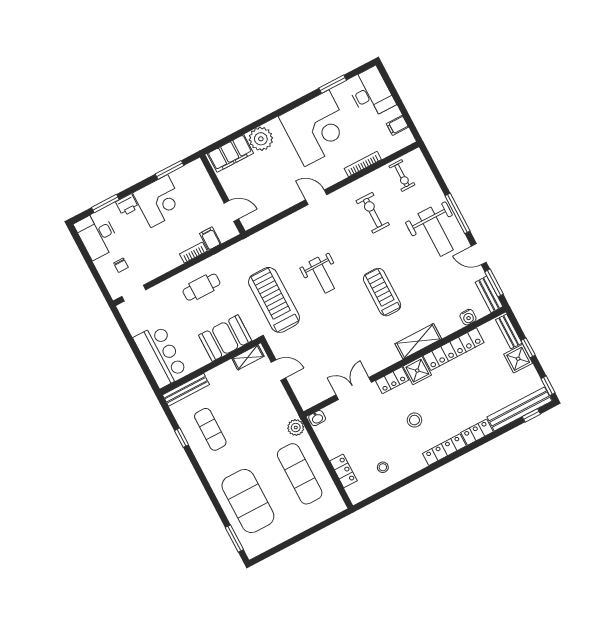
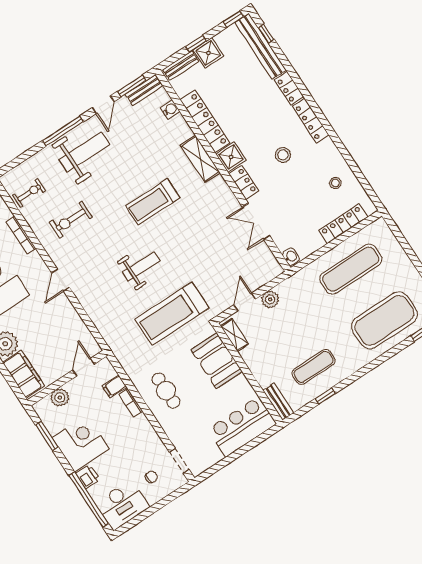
plant: (205, 186) -> (60, 398), added
window: (105, 204) -> (89, 500), width x2.11
bench: (186, 390) -> (278, 402), width x0.73
plant: (296, 428) -> (270, 299), moved
locker: (343, 471) -> (343, 224), width x1.53

